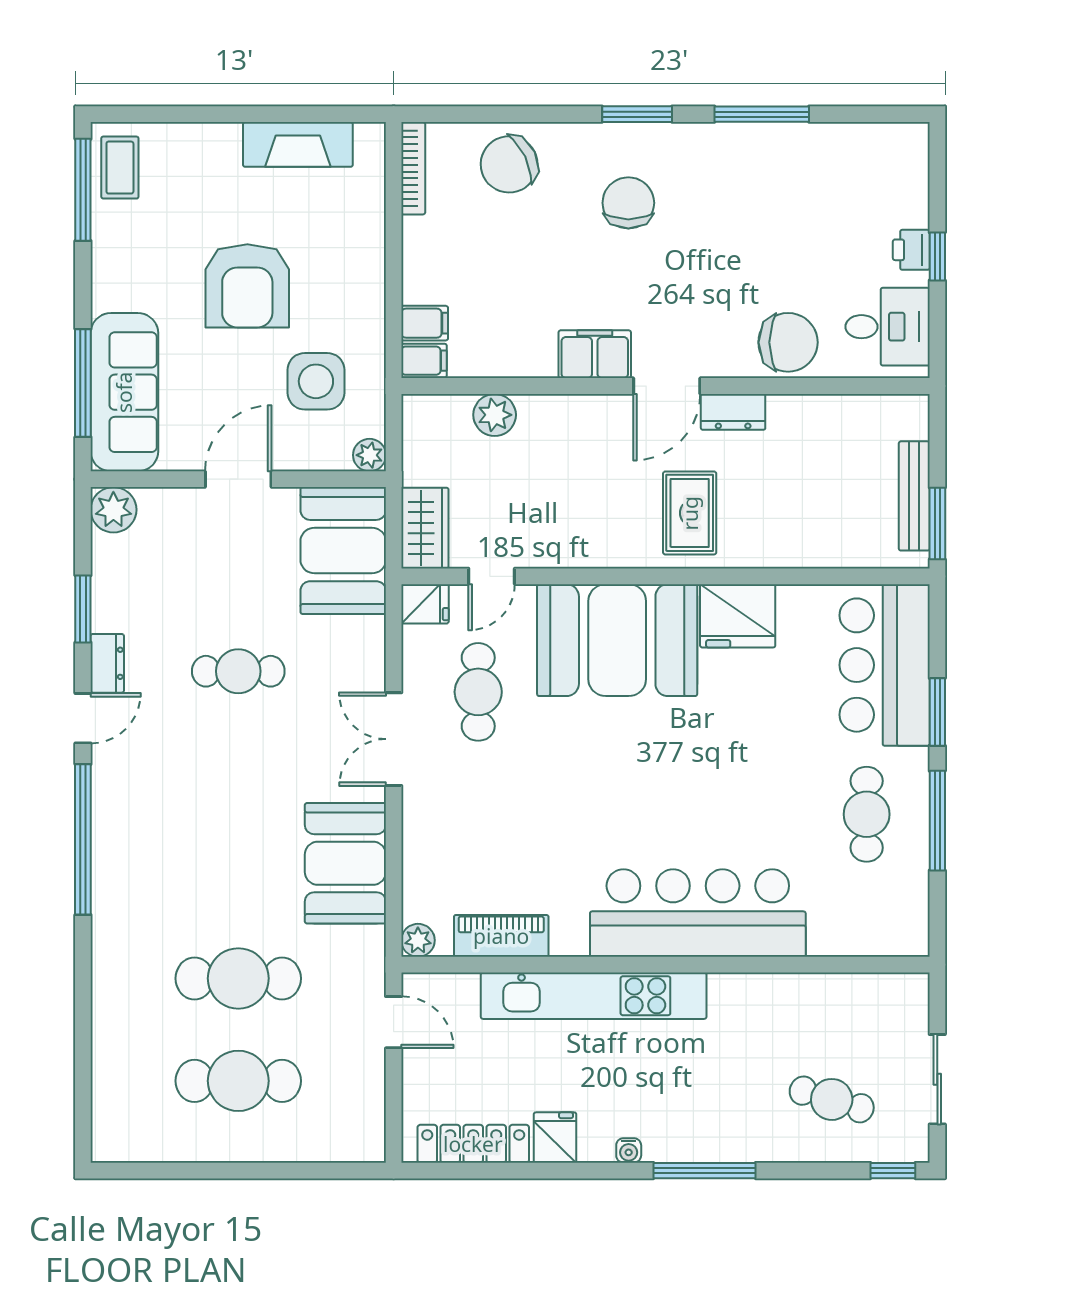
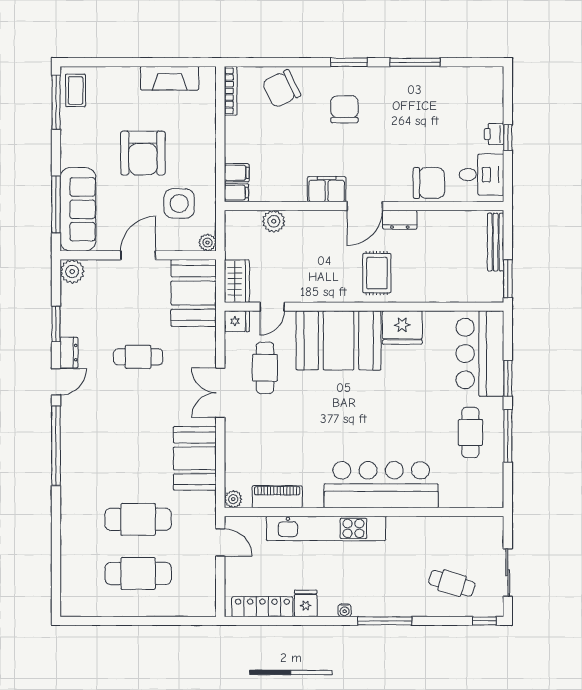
bench: (914, 496) -> (496, 242), moved

